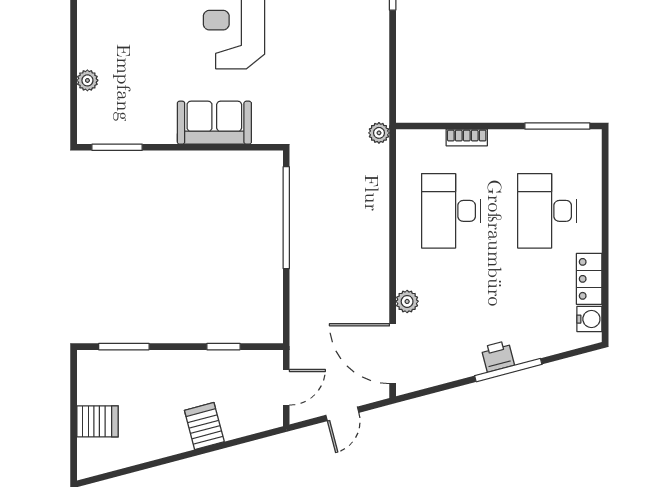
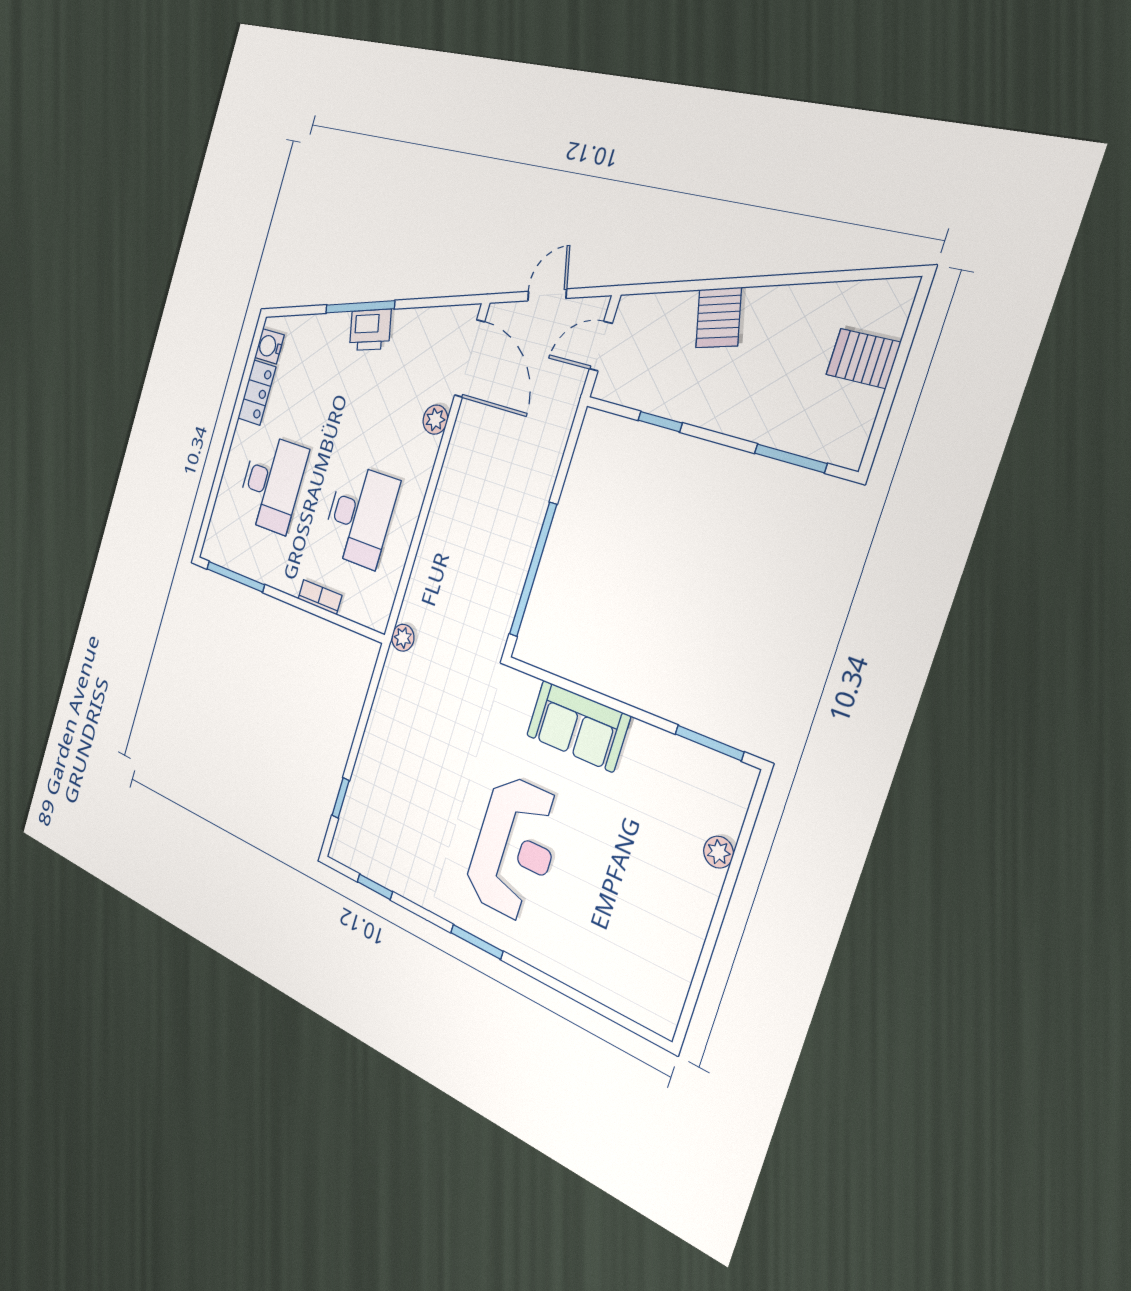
printer: (498, 356) -> (370, 330), width x1.36, depth x1.24

